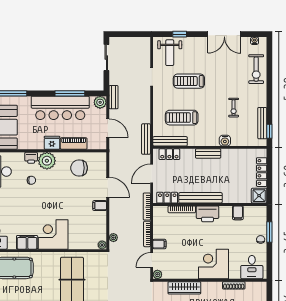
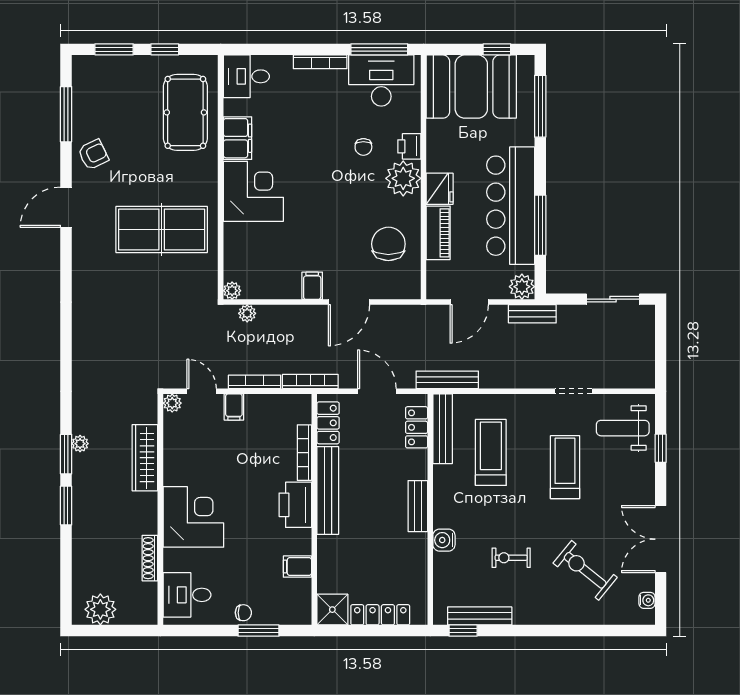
exercise bike: (256, 69) -> (585, 570), moved, turned 39

